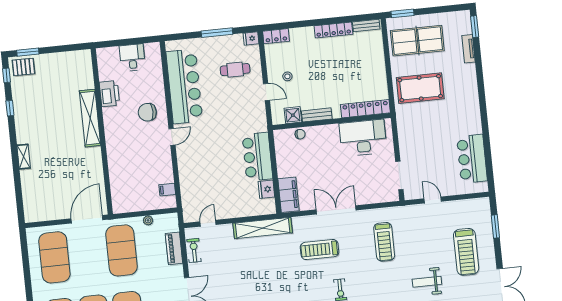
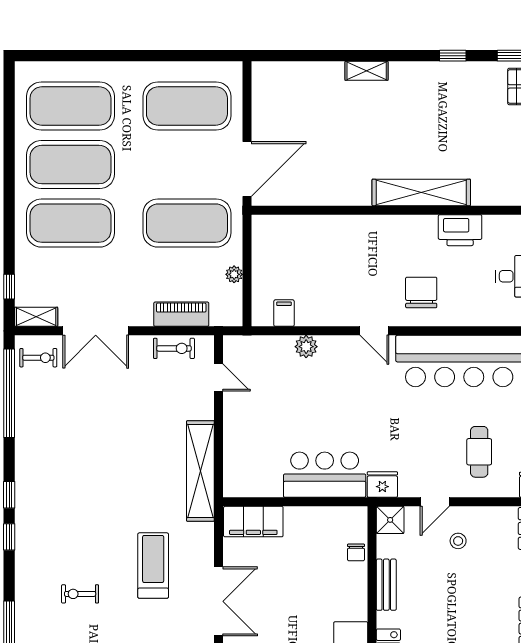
shower: (293, 115) -> (390, 520), moved
plant: (185, 175) -> (306, 347), added
fridge: (266, 189) -> (382, 485), moved
door: (87, 219) -> (247, 169), hinge flipped

